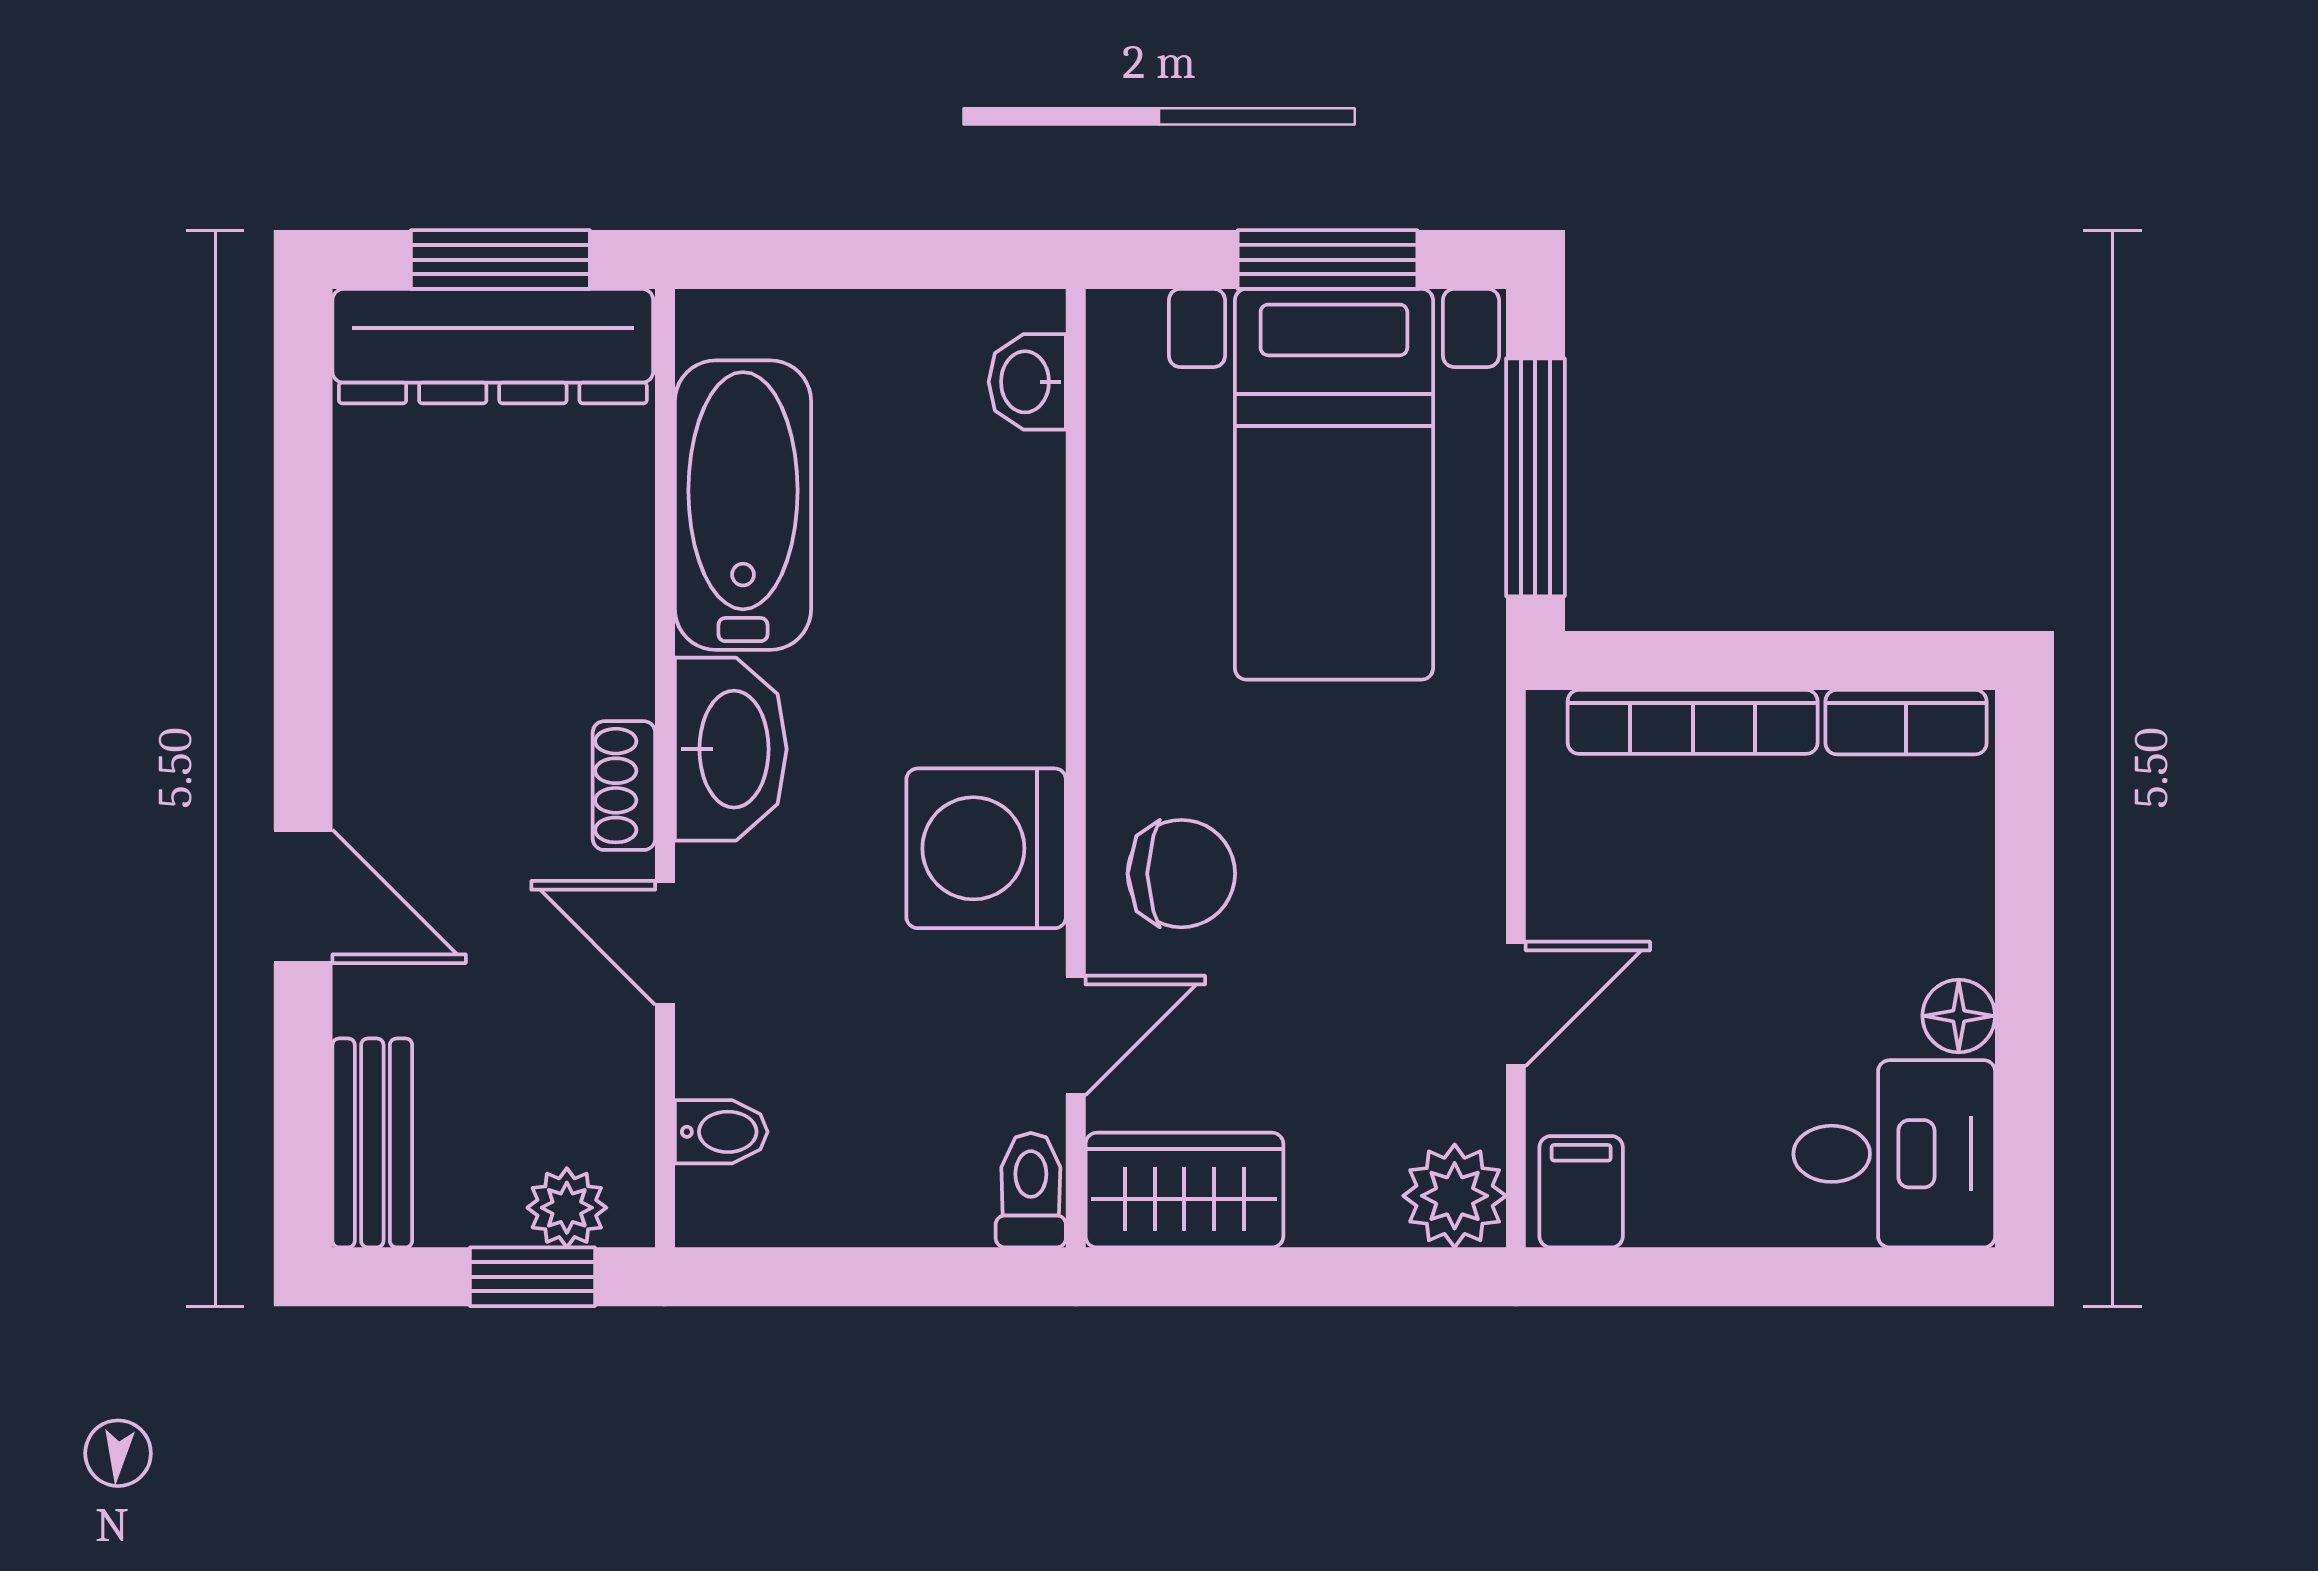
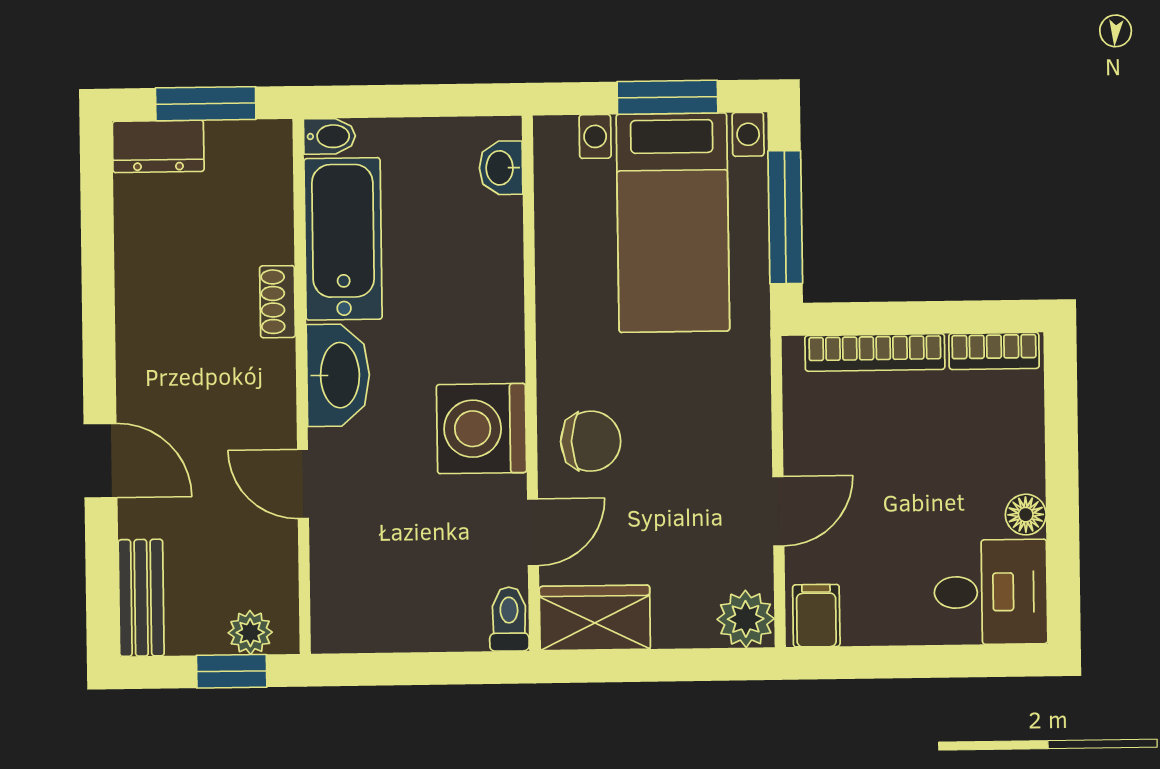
dresser: (493, 346) -> (158, 146), width x0.51, depth x0.80
shoe rack: (624, 786) -> (277, 302), moved
bidet: (721, 1132) -> (330, 136), moved

